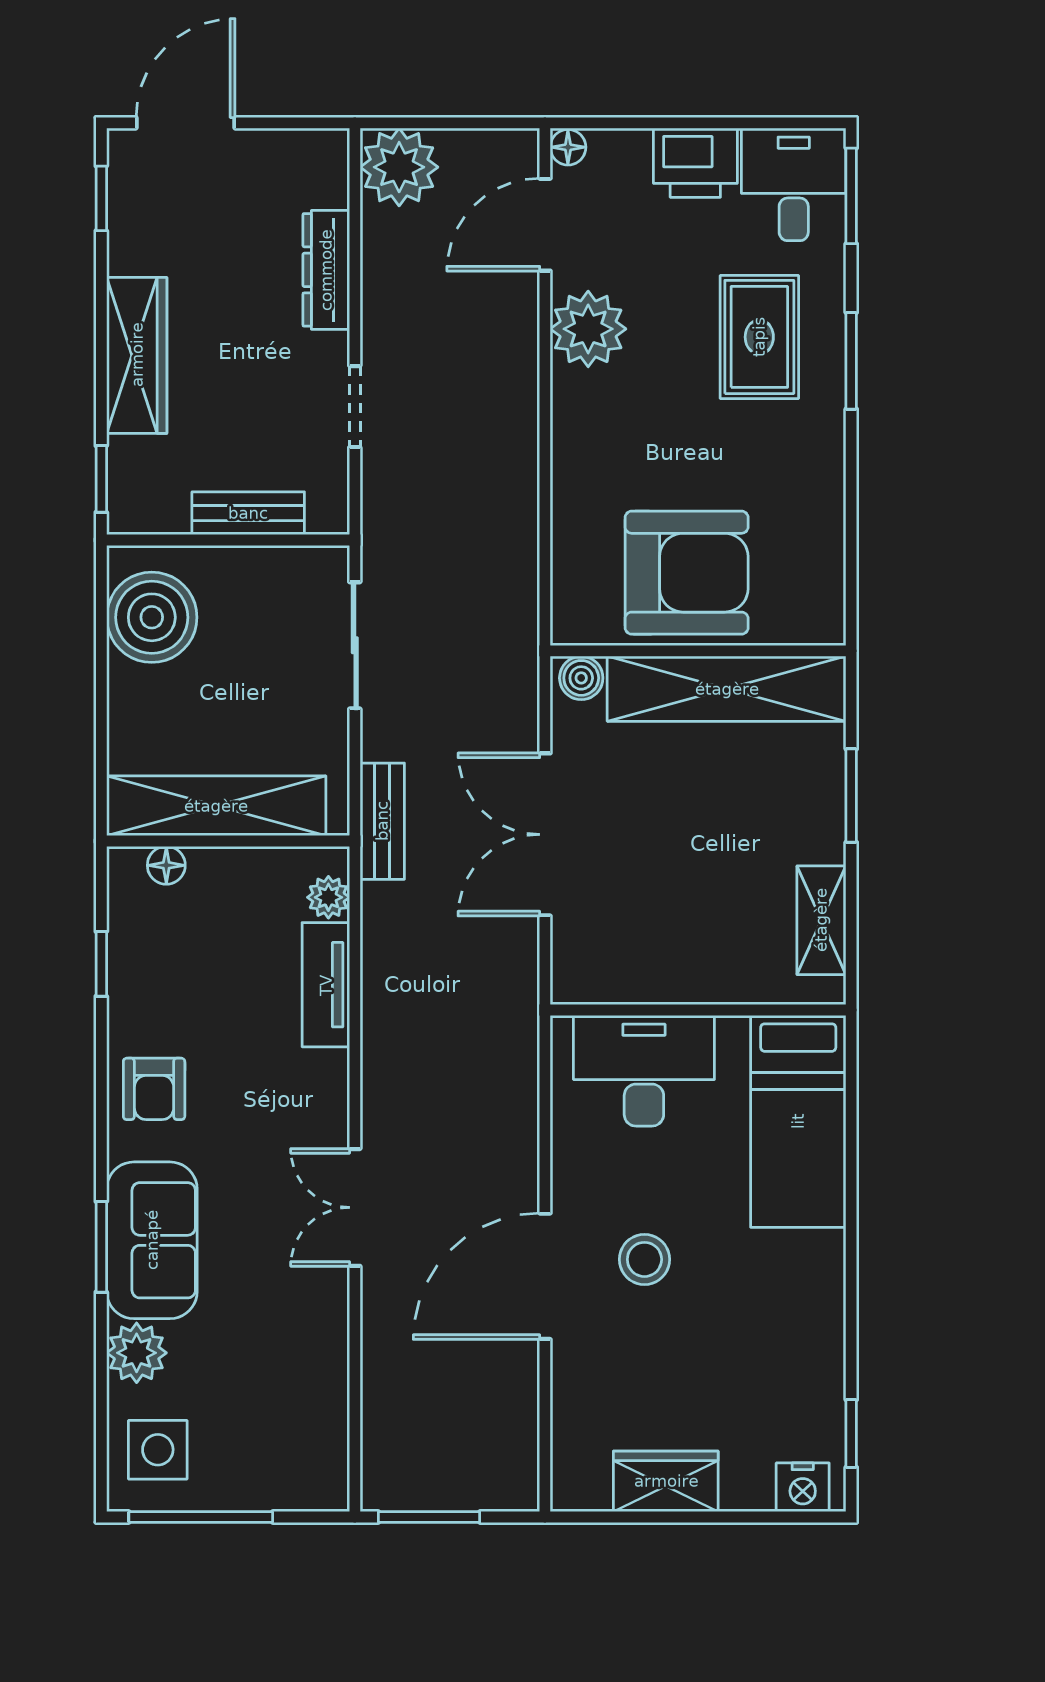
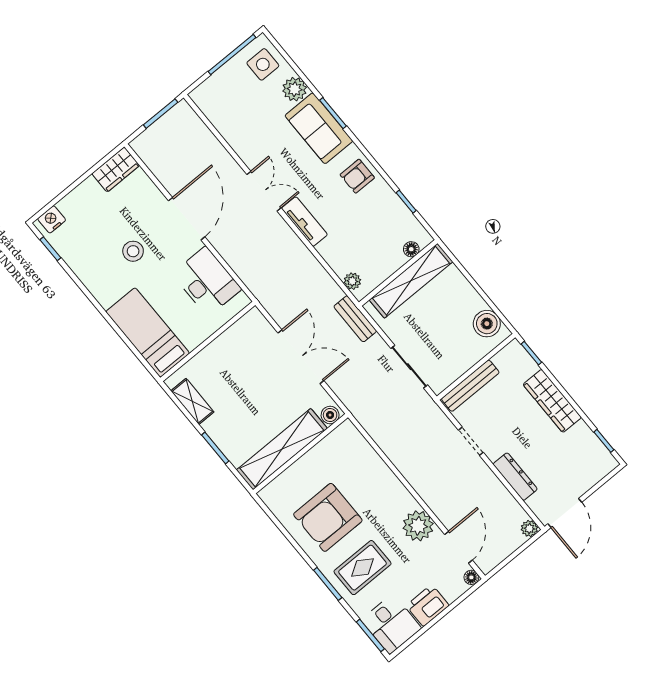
door: (186, 123) -> (565, 513), moved
plant: (399, 167) -> (529, 529), width x0.53, depth x0.53
rug: (759, 337) -> (363, 568), turned 90
bench: (248, 513) -> (470, 386), width x1.36
armchair: (687, 573) -> (328, 517), moved
boiler: (152, 617) -> (487, 324), width x0.73, depth x0.73
tv unit: (326, 985) -> (304, 222), moved
desk: (644, 1071) -> (207, 281), moved, turned -90
armchair: (154, 1089) -> (357, 176), turned -90
stool: (644, 1259) -> (133, 251), moved
wardrobe: (666, 1481) -> (116, 169), moved

